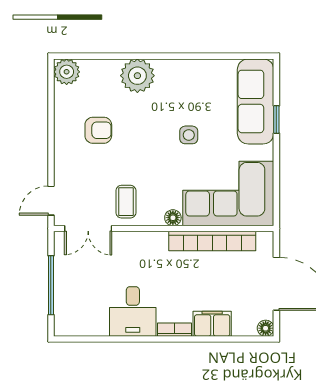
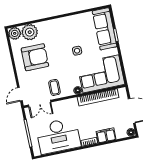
plant: (137, 76) -> (30, 32), moved
armchair: (98, 130) -> (35, 57), width x1.88, depth x1.88
desk: (133, 311) -> (58, 136), width x1.87, depth x1.30

